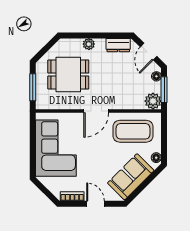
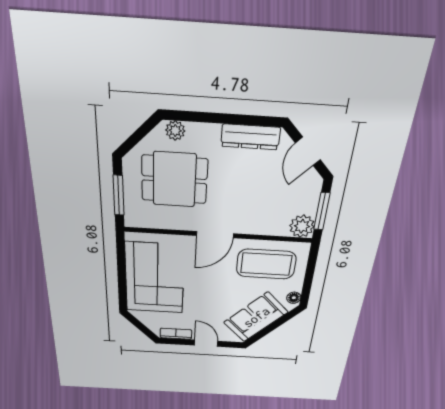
plant: (89, 44) -> (175, 131), moved
dresser: (118, 45) -> (250, 137), width x1.44
floor lamp: (156, 76) -> (314, 191), removed

